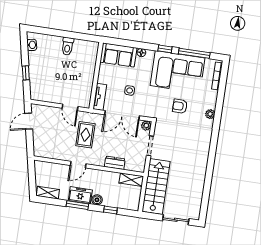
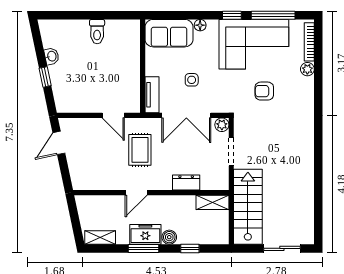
washbasin: (32, 45) -> (52, 56), moved
plant: (210, 114) -> (307, 69), moved

